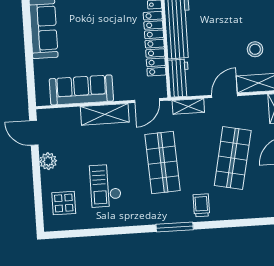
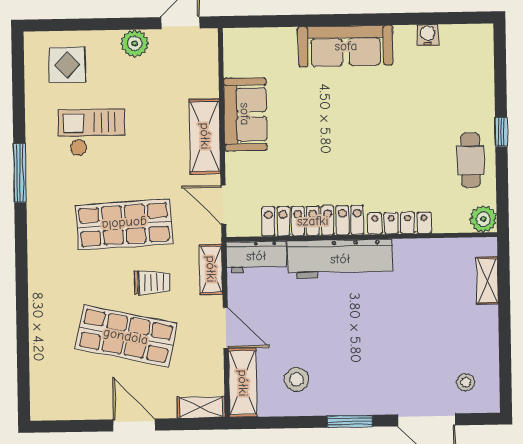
sofa: (81, 90) -> (245, 114), width x0.73
trolley: (201, 205) -> (152, 282), moved
window: (175, 227) -> (20, 173), moved

